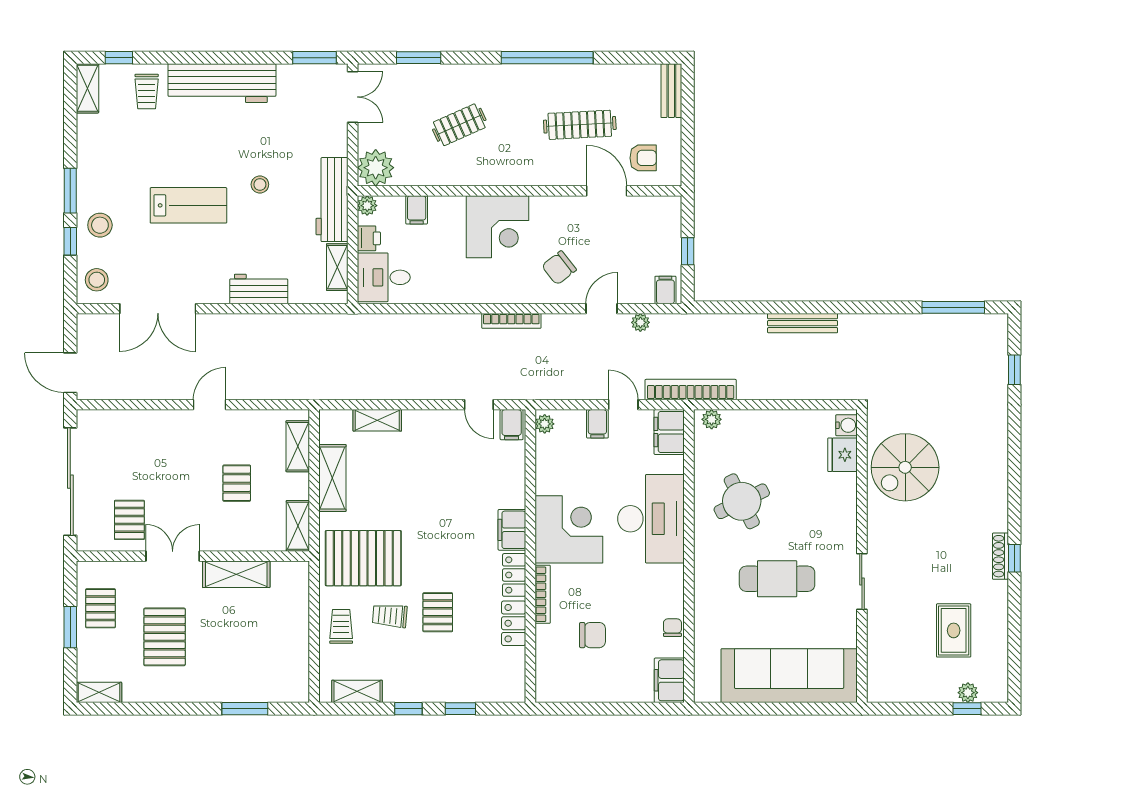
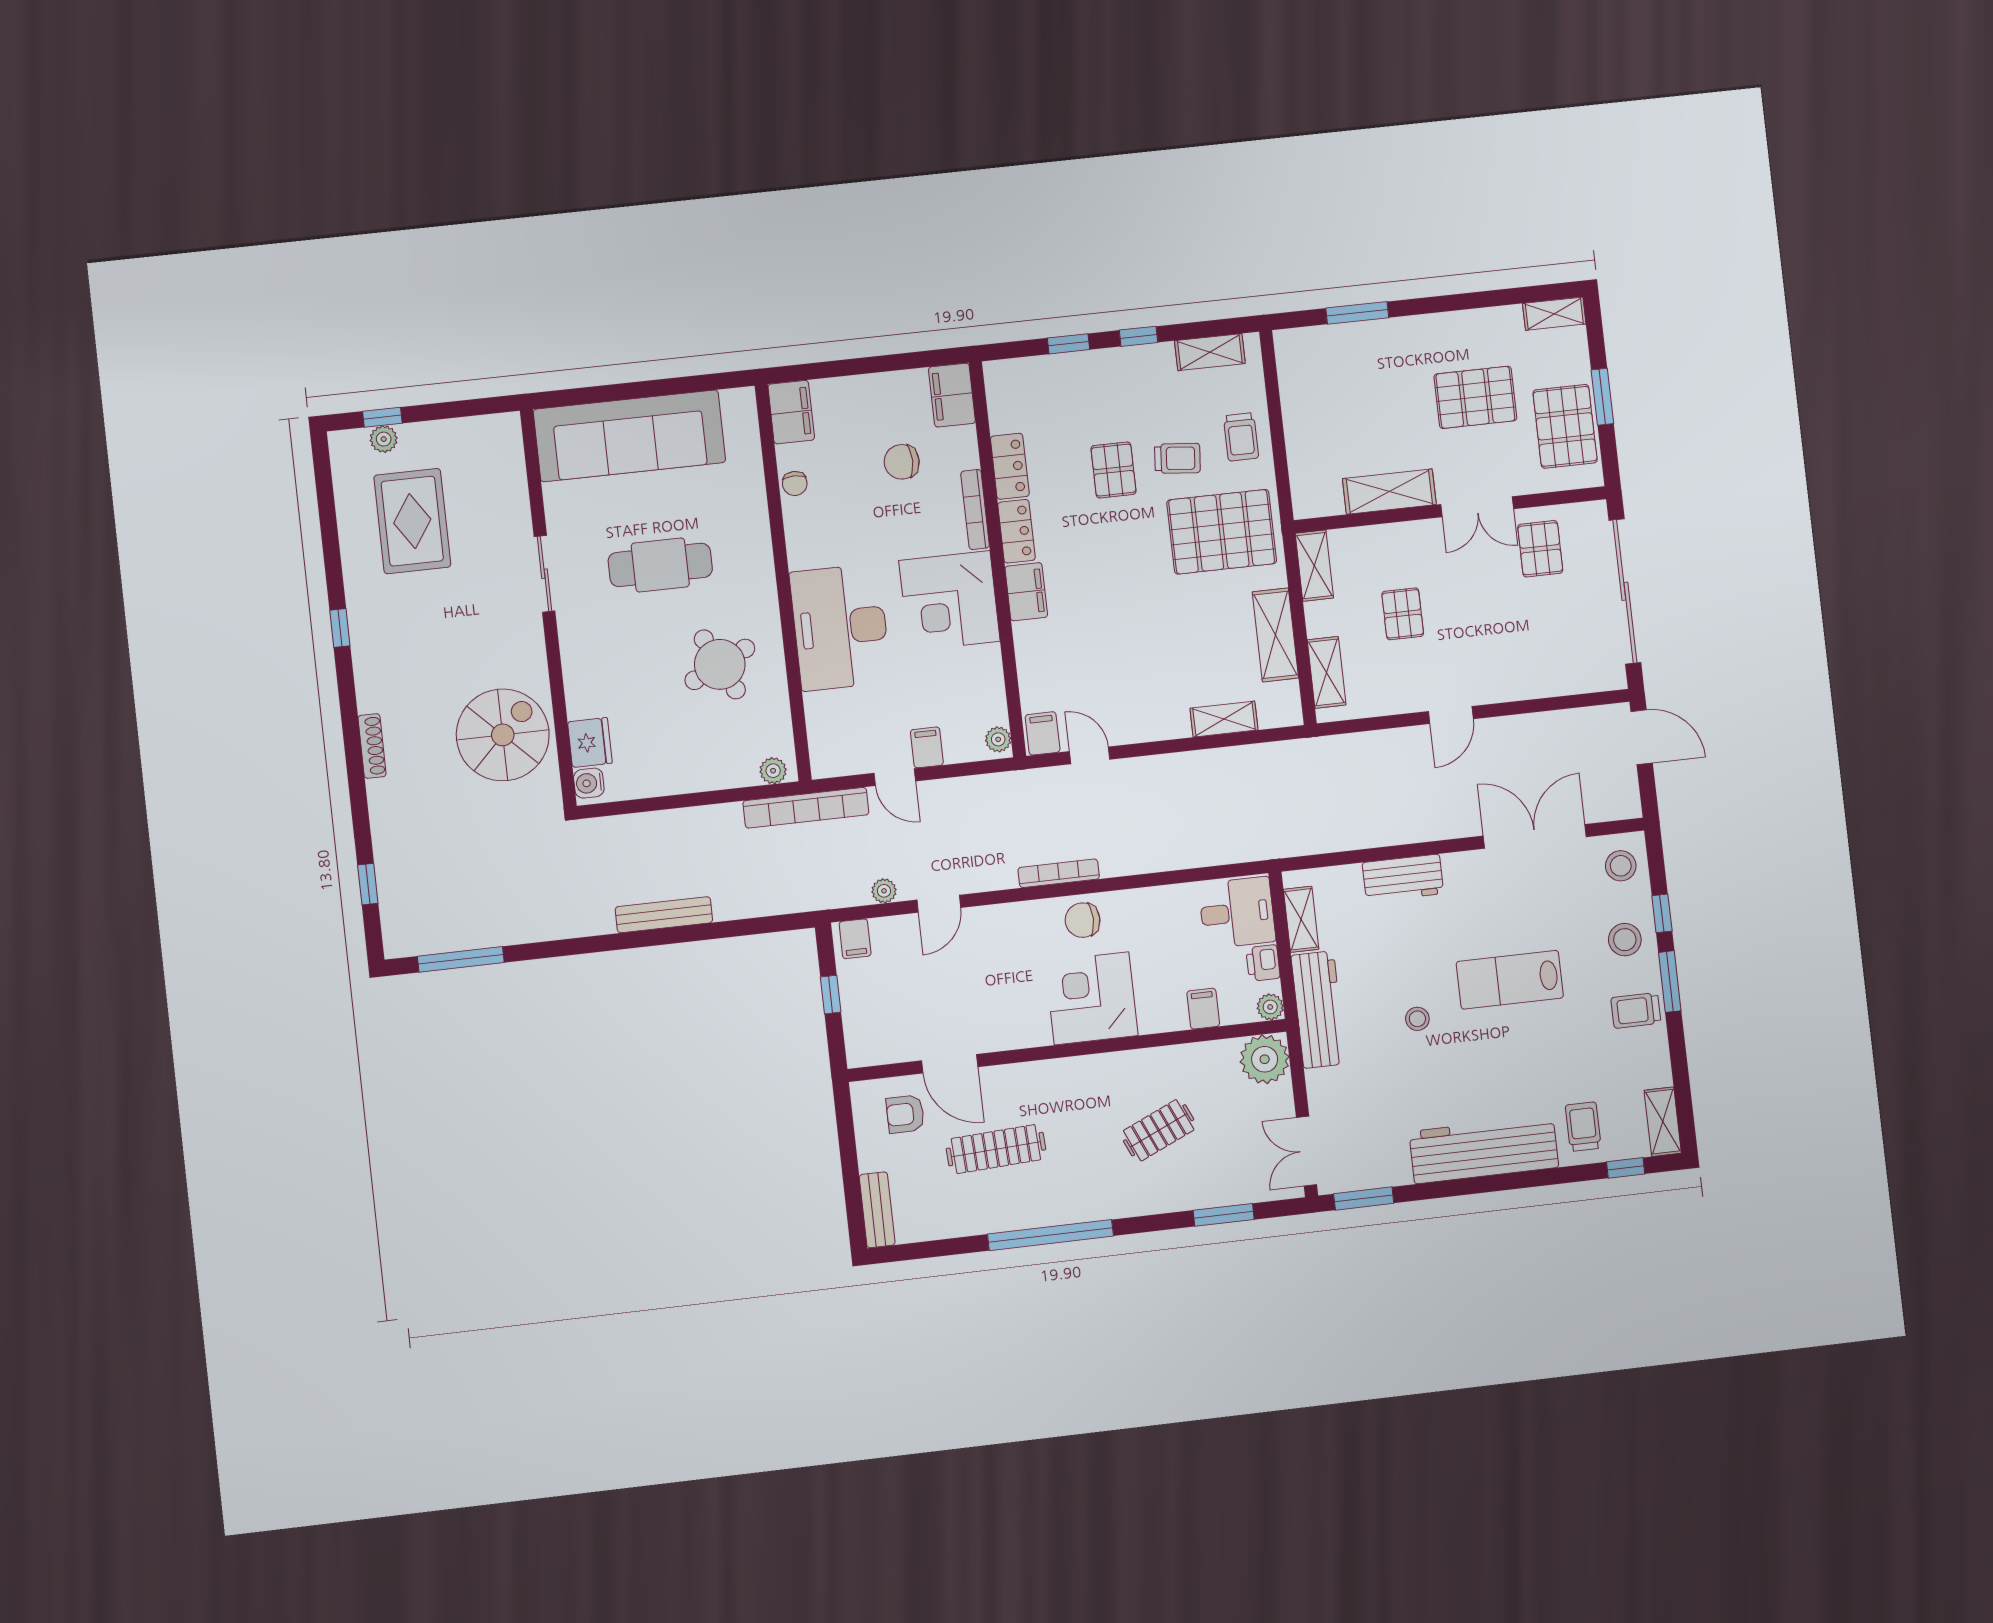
trolley: (98, 172) -> (1636, 1010), added
chair: (559, 268) -> (1083, 920), moved, turned -142
filing cabinet: (669, 432) -> (952, 395), moved, turned 180
shoe rack: (1001, 556) -> (372, 746), moved
pallet: (101, 608) -> (1565, 426), width x1.50, depth x1.42
rug: (954, 630) -> (412, 521), width x1.36, depth x1.43
pallet: (165, 637) -> (1475, 397), turned 90

